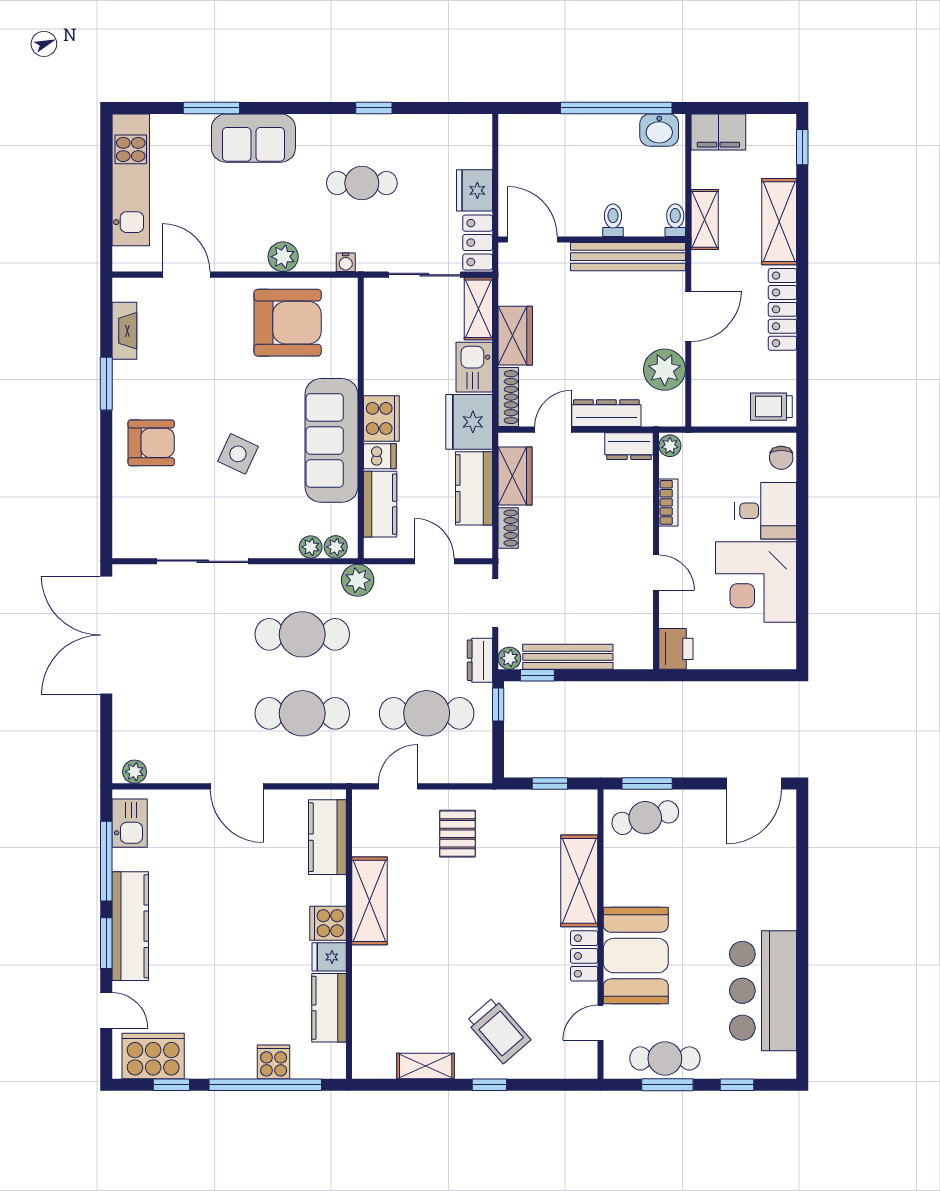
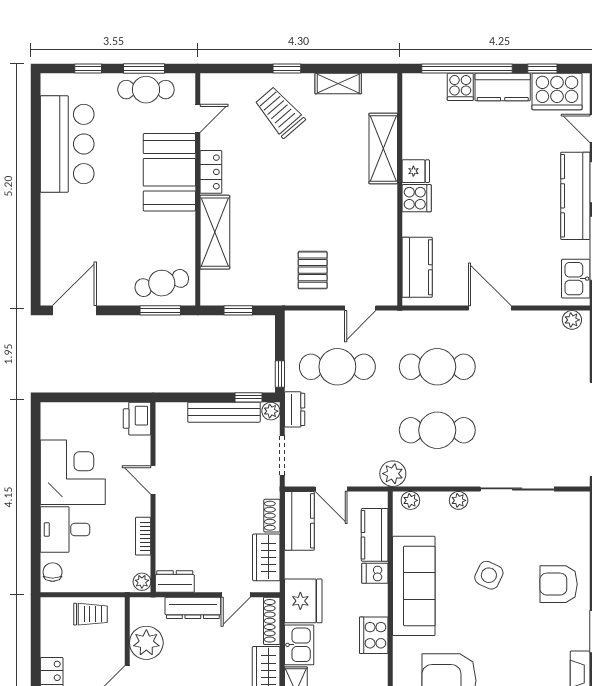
trolley: (771, 407) -> (90, 614), moved
cooker: (381, 418) -> (374, 635), moved
kitchen counter: (474, 488) -> (299, 521), moved
plant: (311, 547) -> (459, 500), moved
shelving: (370, 901) -> (383, 149), moved
kitchen counter: (329, 1008) -> (503, 87), moved, turned 90

